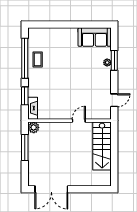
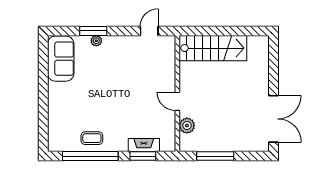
door: (114, 100) -> (149, 31), hinge flipped
fireplace: (33, 108) -> (144, 145), moved
door: (79, 121) -> (177, 101), moved
plant: (34, 127) -> (187, 126), moved

